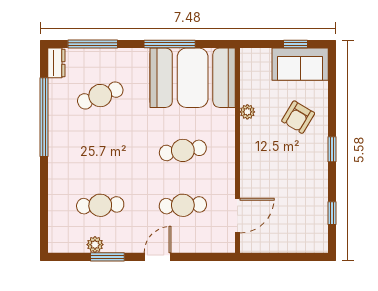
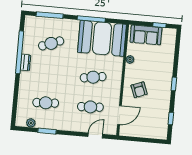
dresser: (56, 63) -> (25, 62), moved
sofa: (300, 64) -> (146, 35), moved
armchair: (298, 117) -> (139, 90), moved, turned -52
plant: (95, 245) -> (31, 123), moved
door: (158, 257) -> (95, 135), moved

